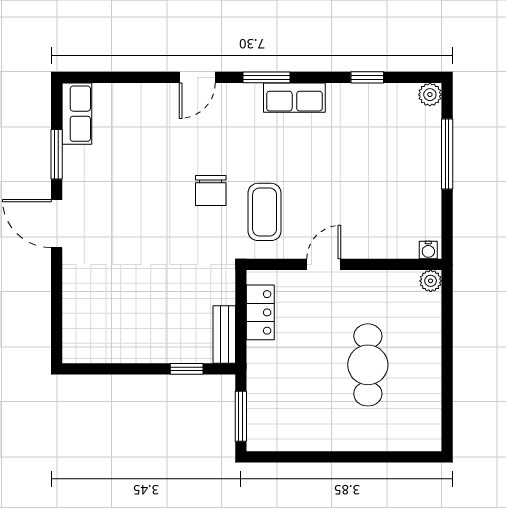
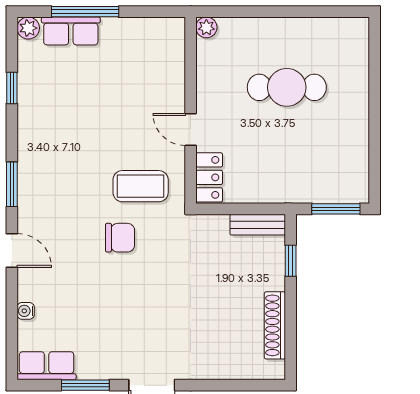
row of seats: (294, 98) -> (71, 31), moved, turned 90
water cooler: (428, 250) -> (26, 311), moved, turned 180
locker: (260, 312) -> (209, 177), moved, turned 90
shoe rack: (119, 352) -> (275, 325), added

